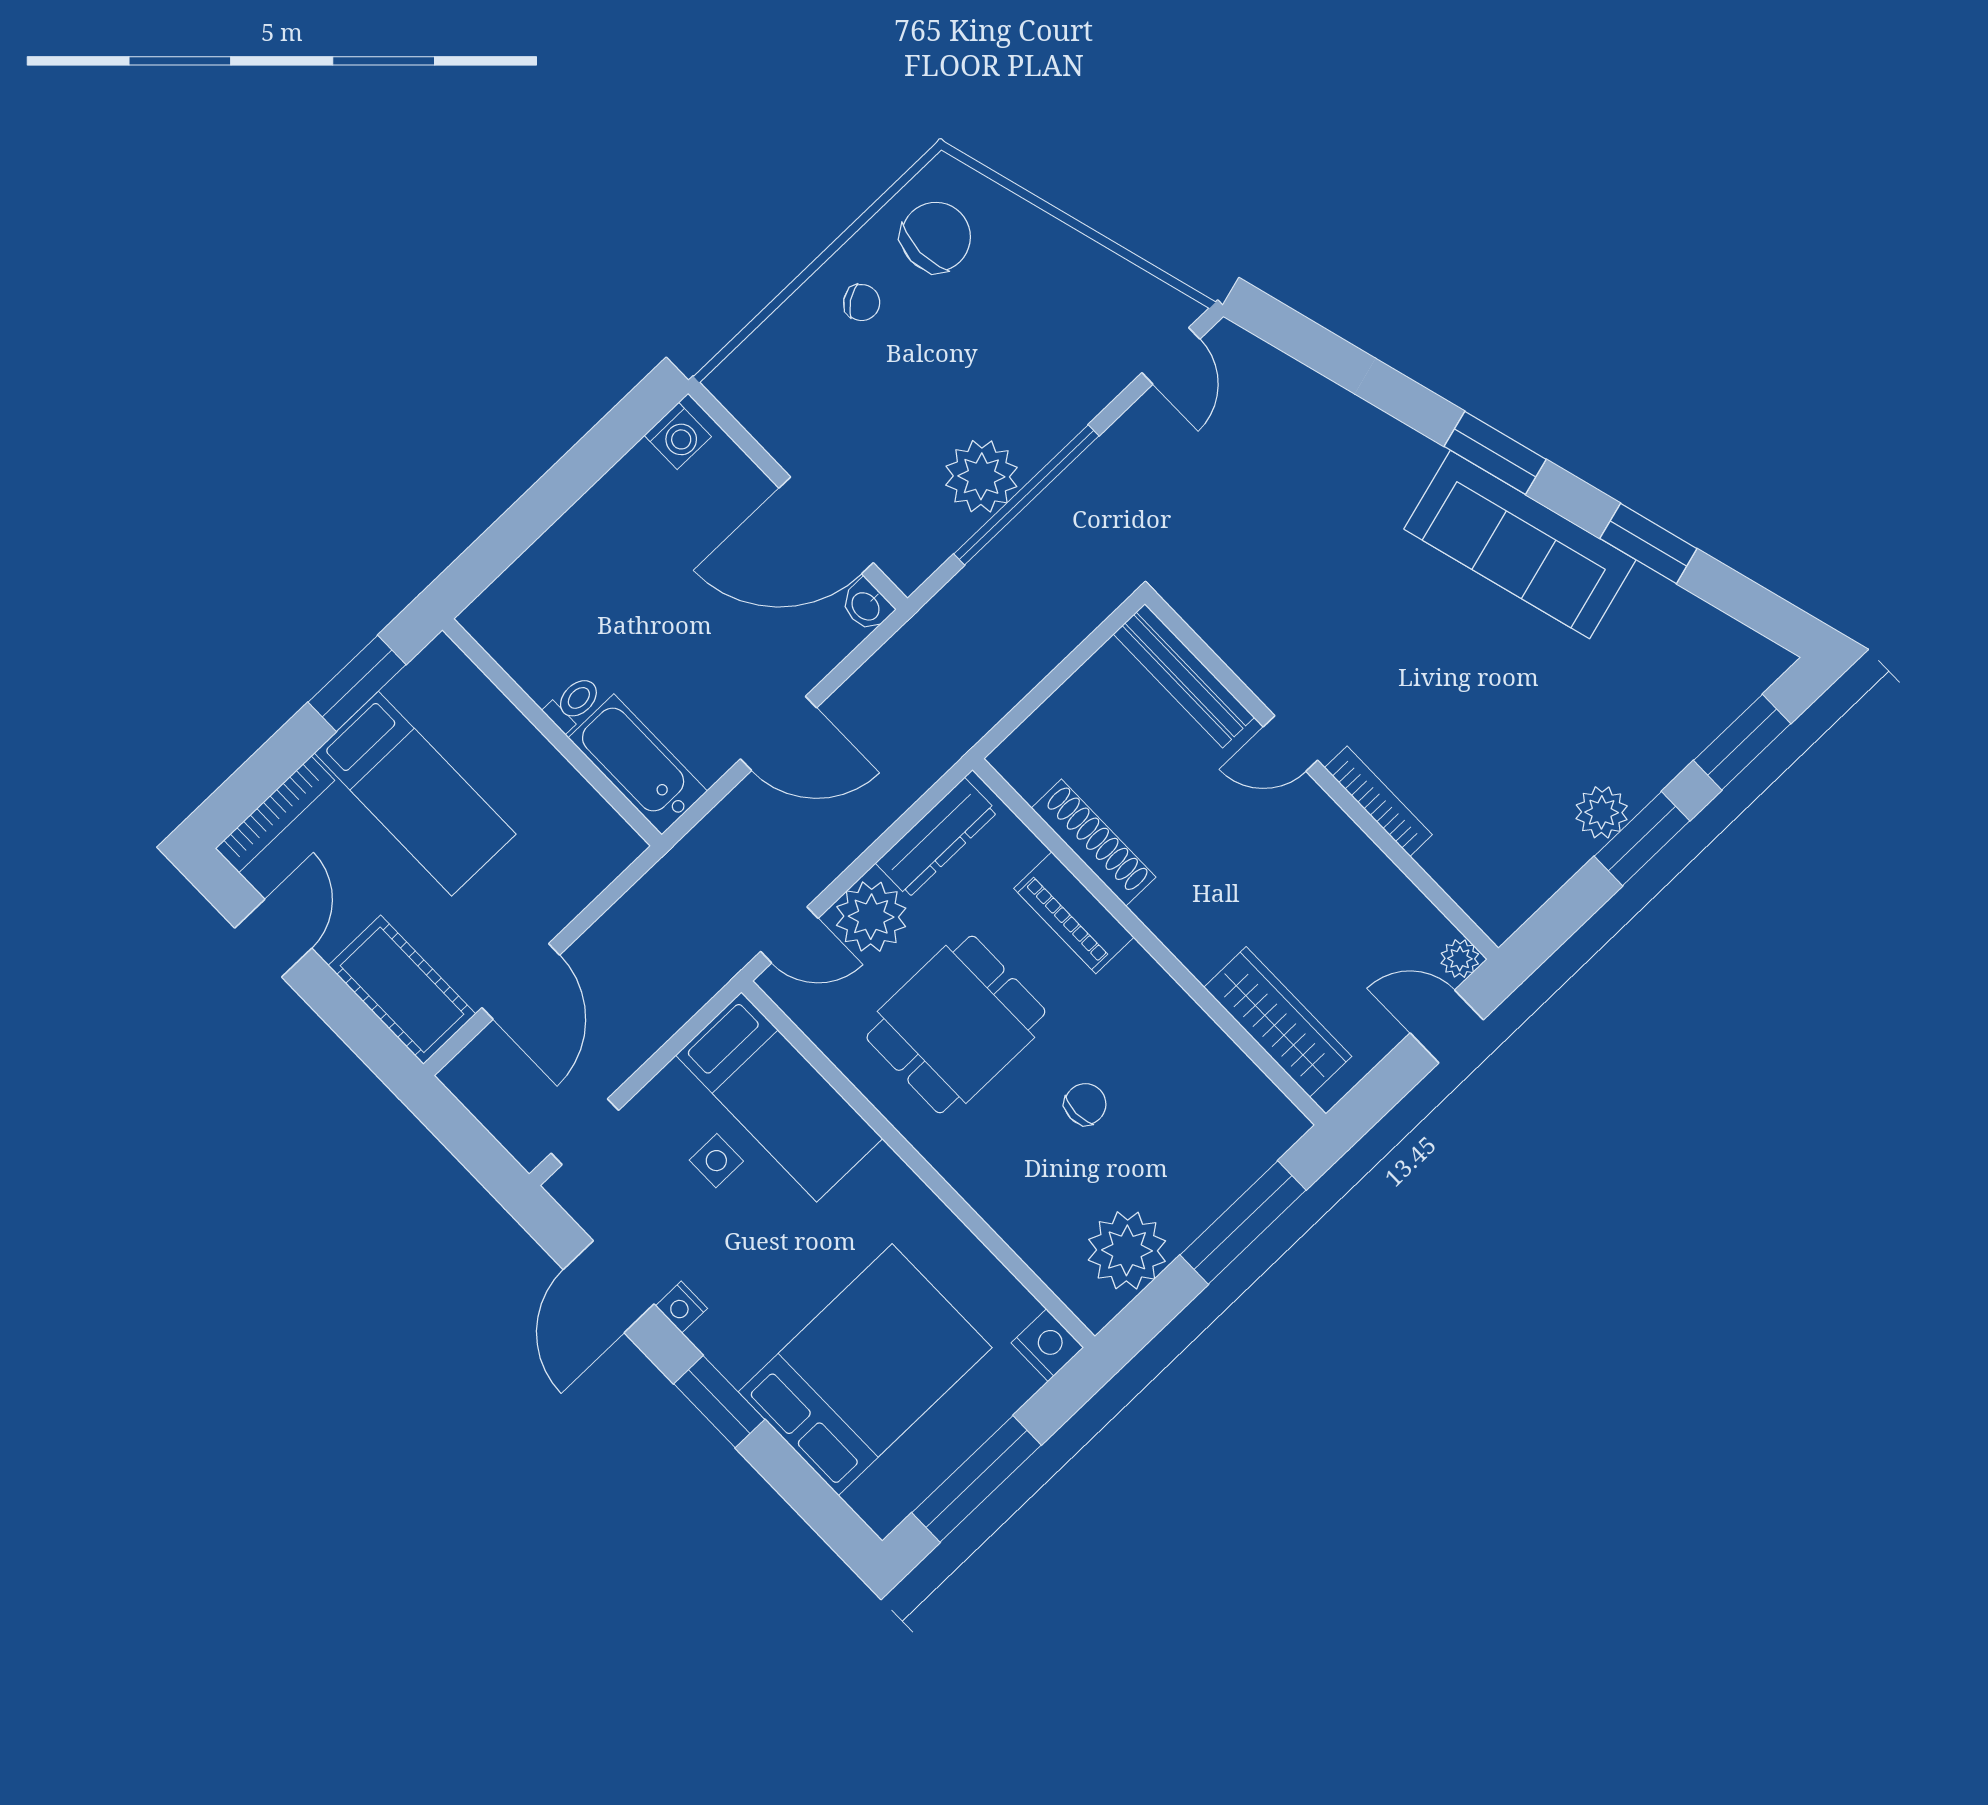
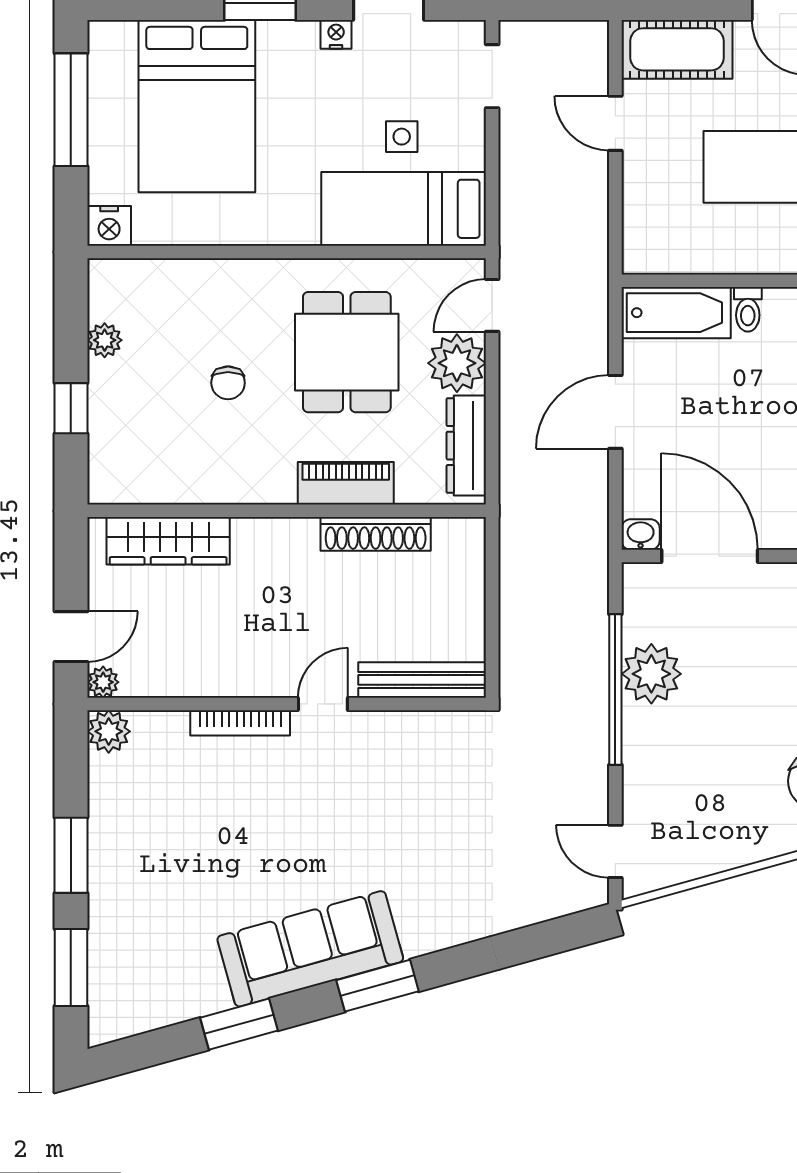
door: (826, 525) -> (710, 556), hinge flipped
plant: (1602, 812) -> (109, 731), moved
door: (521, 981) -> (615, 123), width x0.73
window: (1243, 1222) -> (71, 408), width x0.46
plant: (1127, 1250) -> (105, 340), width x0.53, depth x0.53

